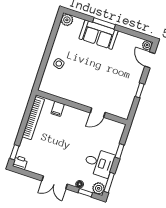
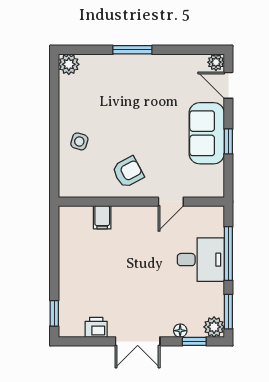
sofa: (99, 35) -> (207, 133), moved, turned 90
armchair: (80, 89) -> (128, 172), added
bookcase: (33, 118) -> (67, 246), removed
window: (120, 151) -> (228, 254), width x2.17
printer: (20, 163) -> (96, 327), moved
desk: (99, 163) -> (201, 260), moved

